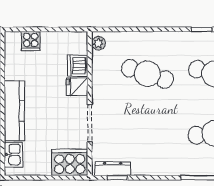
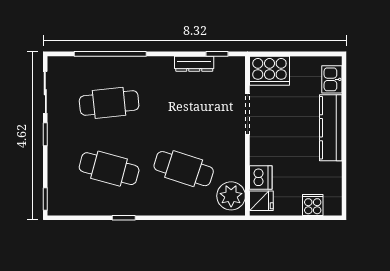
plant: (99, 43) -> (231, 196), width x1.87, depth x1.87
fridge: (77, 87) -> (261, 201), moved
dresser: (113, 169) -> (194, 64), moved

